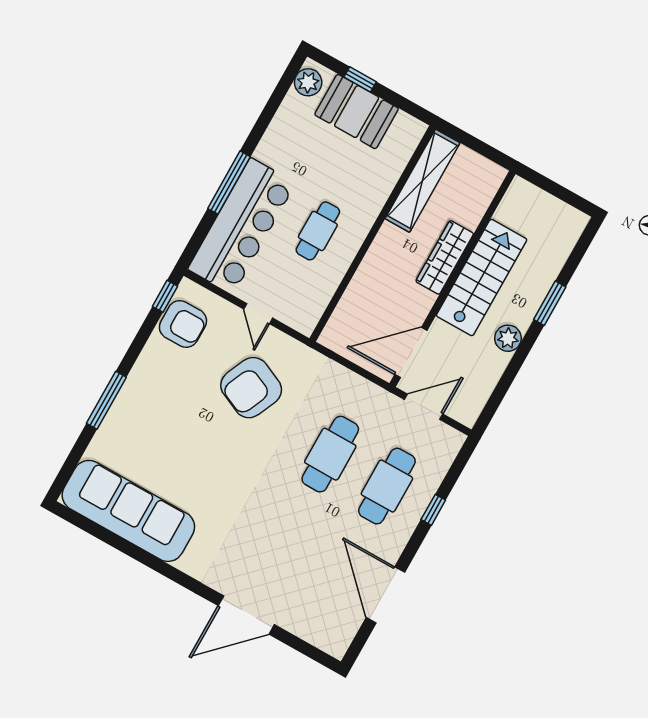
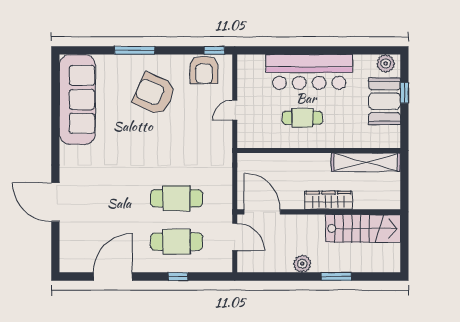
window: (229, 183) -> (301, 50), removed
bar counter: (242, 226) -> (309, 72), moved
stairs: (482, 278) -> (363, 228), moved
armchair: (251, 388) -> (154, 94), moved

